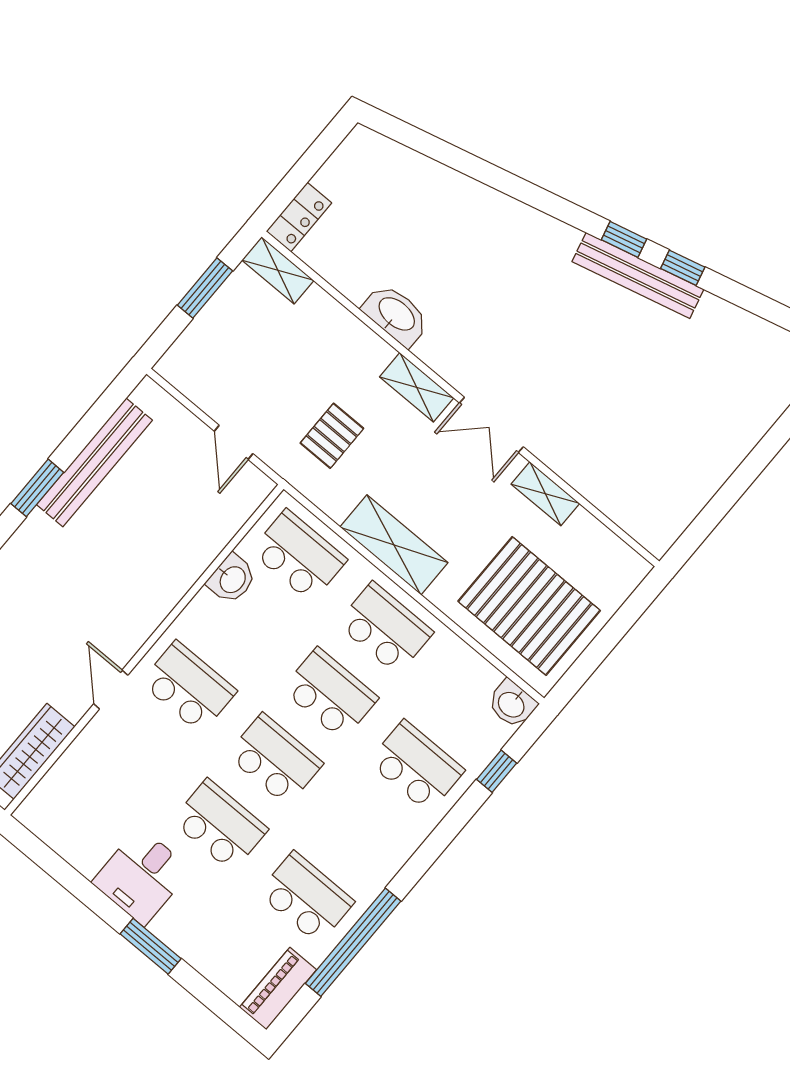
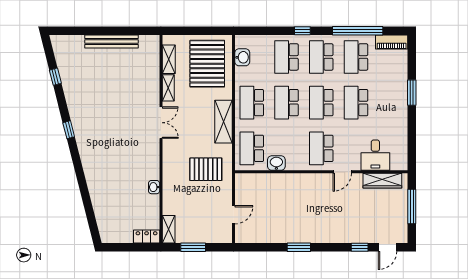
window: (683, 268) -> (55, 77), moved
bench: (638, 275) -> (112, 41), moved, turned -76
washbasin: (396, 315) -> (154, 187), width x0.52, depth x0.69
shelving: (417, 387) -> (169, 59), moved
pallet: (332, 436) -> (206, 169), width x1.50, depth x1.42
door: (234, 442) -> (234, 215), moved
bench: (94, 462) -> (276, 236), removed
washbasin: (512, 704) -> (242, 57), moved
window: (497, 771) -> (302, 31), moved
school desk: (361, 832) -> (321, 57), added
desk: (142, 876) -> (375, 155), moved, turned 90

